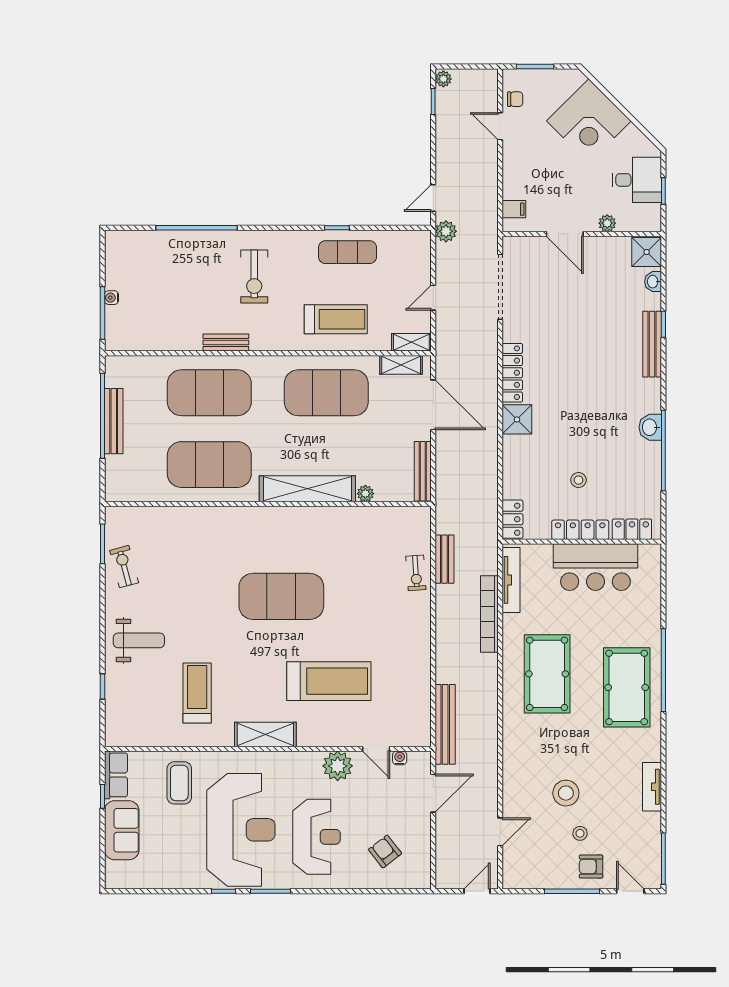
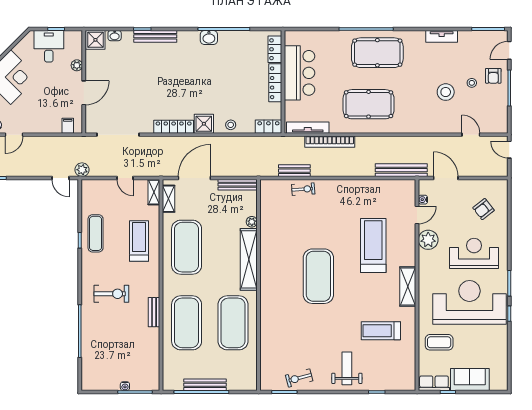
stool: (578, 480) -> (231, 125), moved

